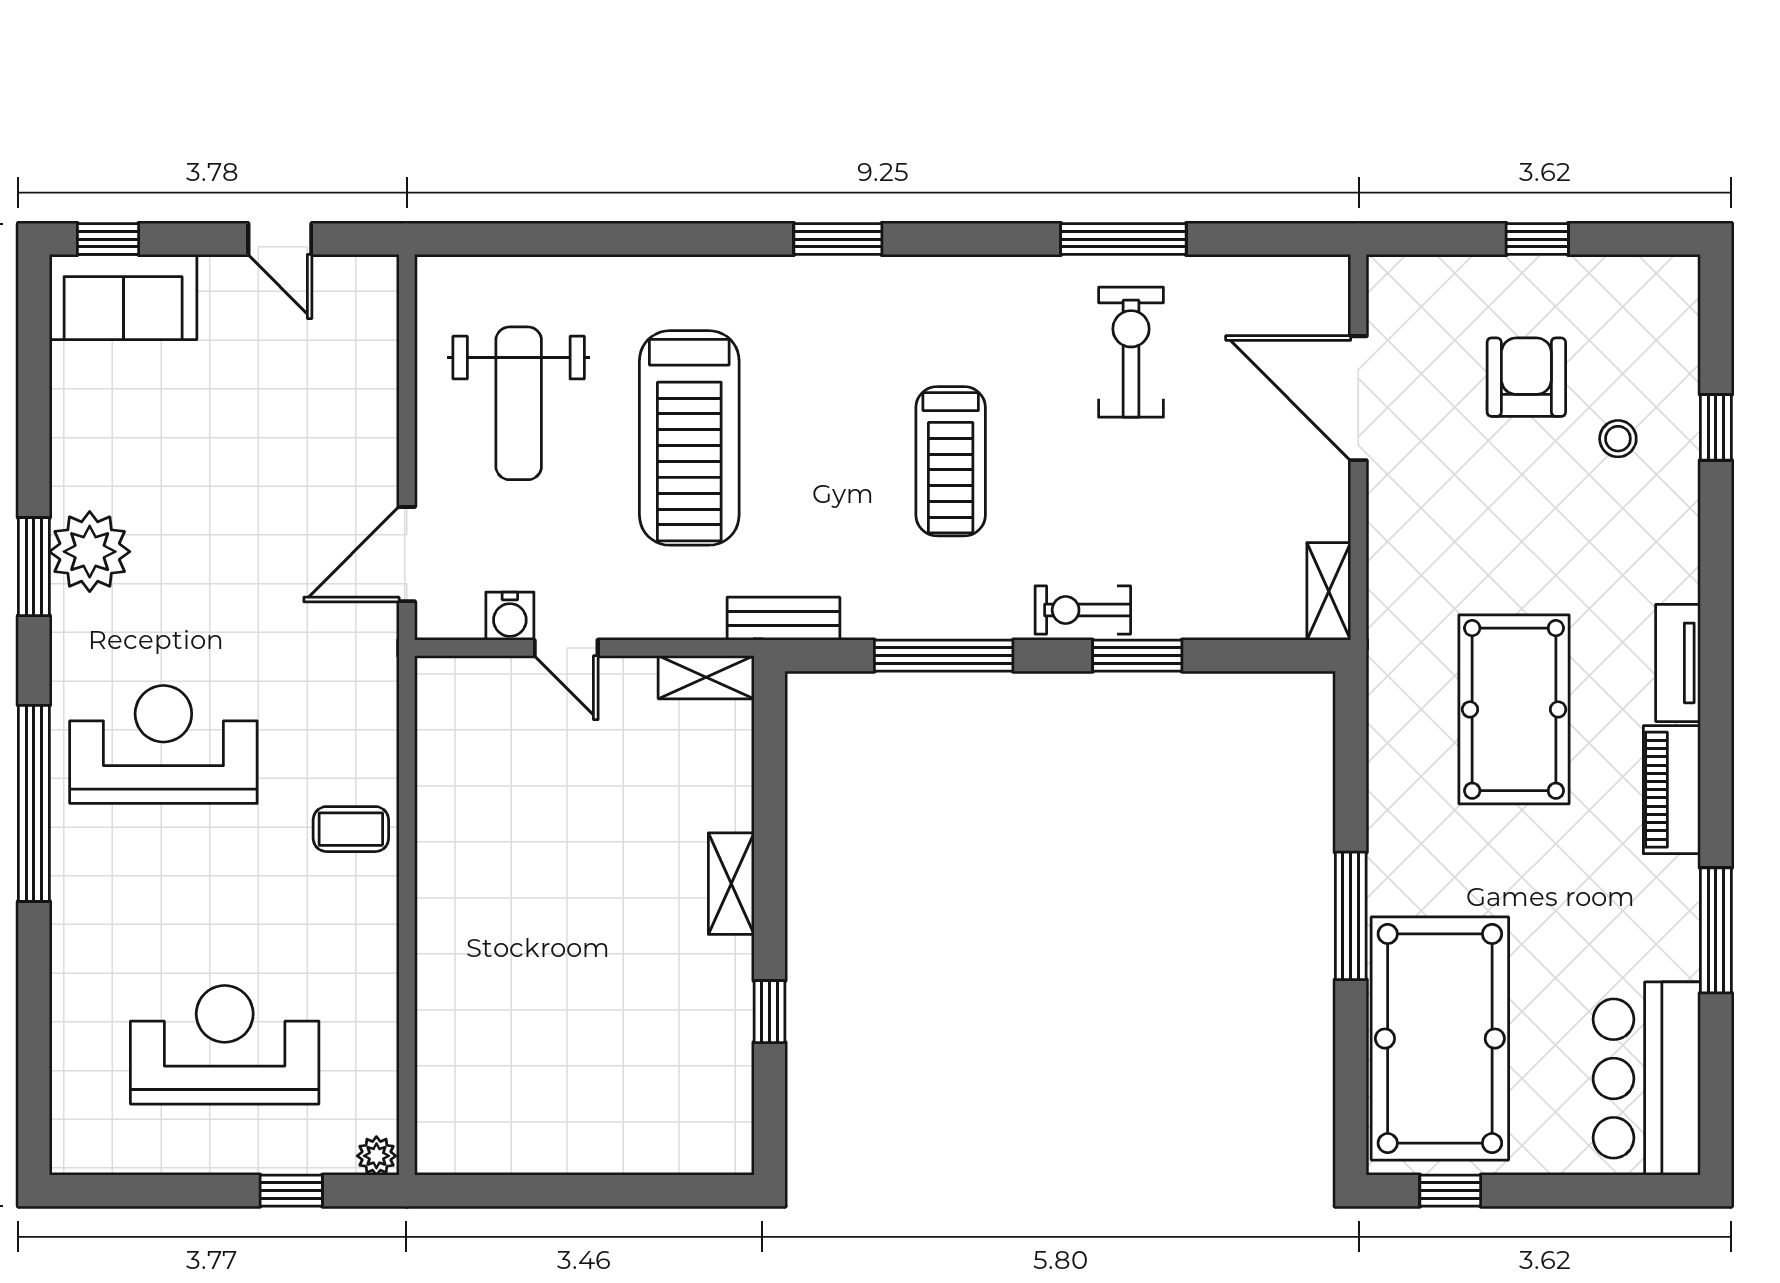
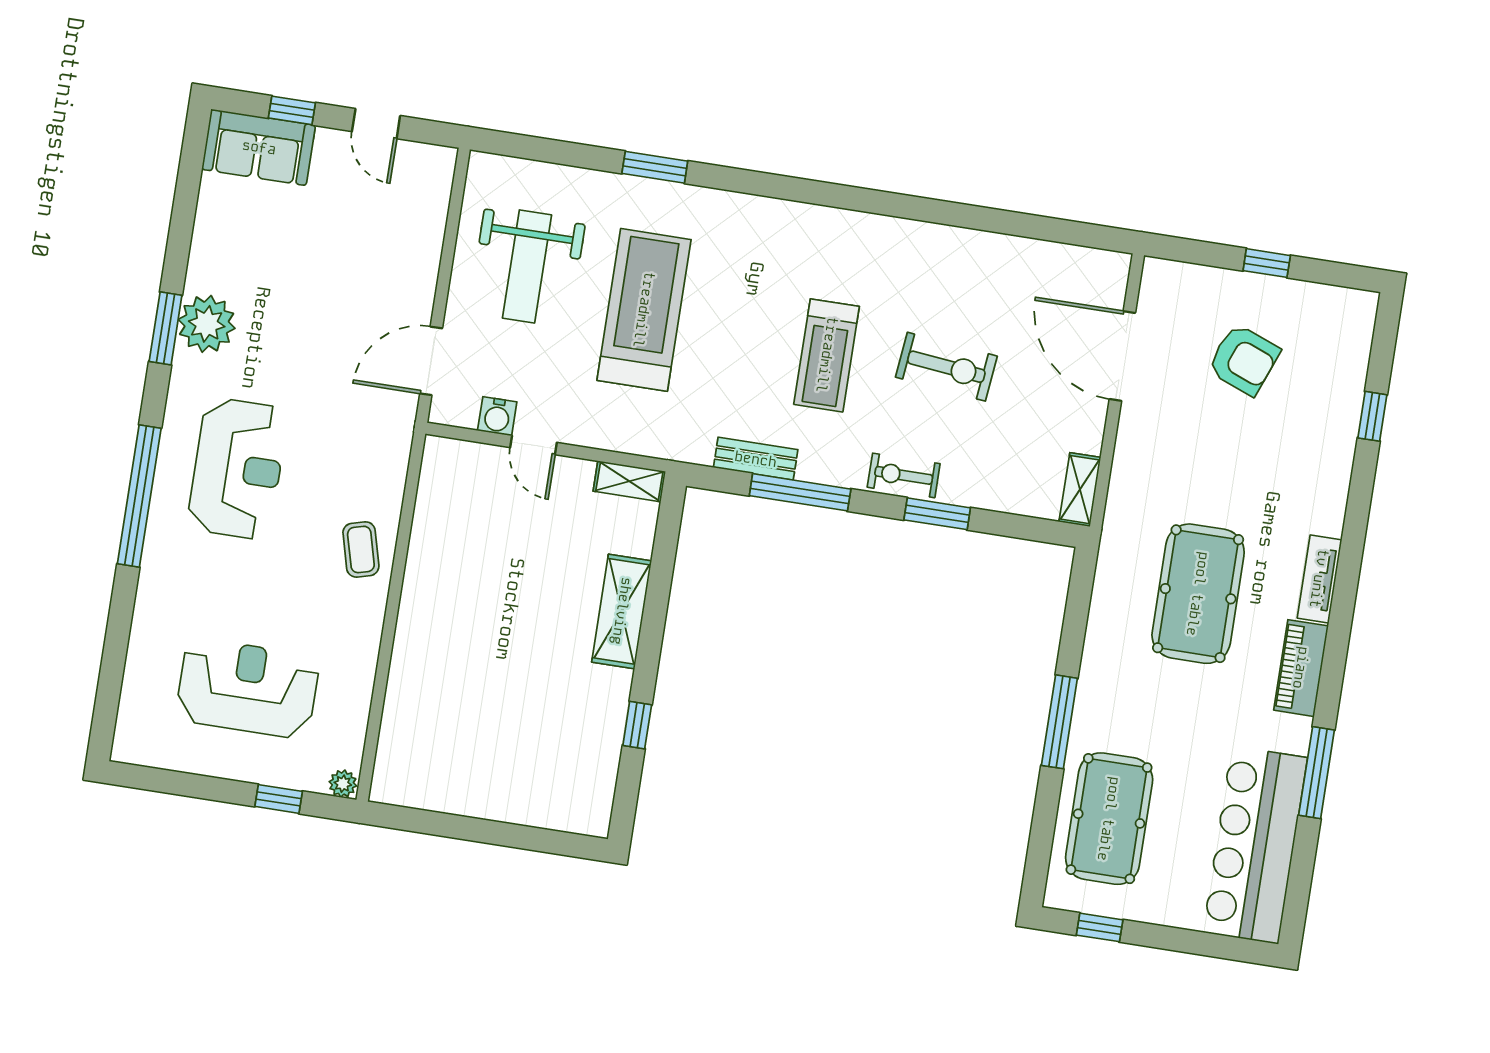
window: (108, 239) -> (292, 110), moved
window: (838, 239) -> (655, 167), moved
window: (1123, 239) -> (974, 217), removed
exercise bike: (1131, 352) -> (946, 367), moved, turned 96
armchair: (1526, 377) -> (1244, 360), turned 111
treadmill: (689, 438) -> (644, 310), turned 180
stool: (1618, 439) -> (1302, 413), removed
bench: (783, 619) -> (756, 459), moved
reception desk: (163, 744) -> (238, 469), turned 90
coffee table: (351, 829) -> (361, 549), turned 75
shelving: (731, 884) -> (622, 611), width x1.50, depth x1.33
pool table: (1440, 1039) -> (1109, 819), width x0.73, depth x0.76
bar counter: (1647, 1079) -> (1255, 845), width x1.36

